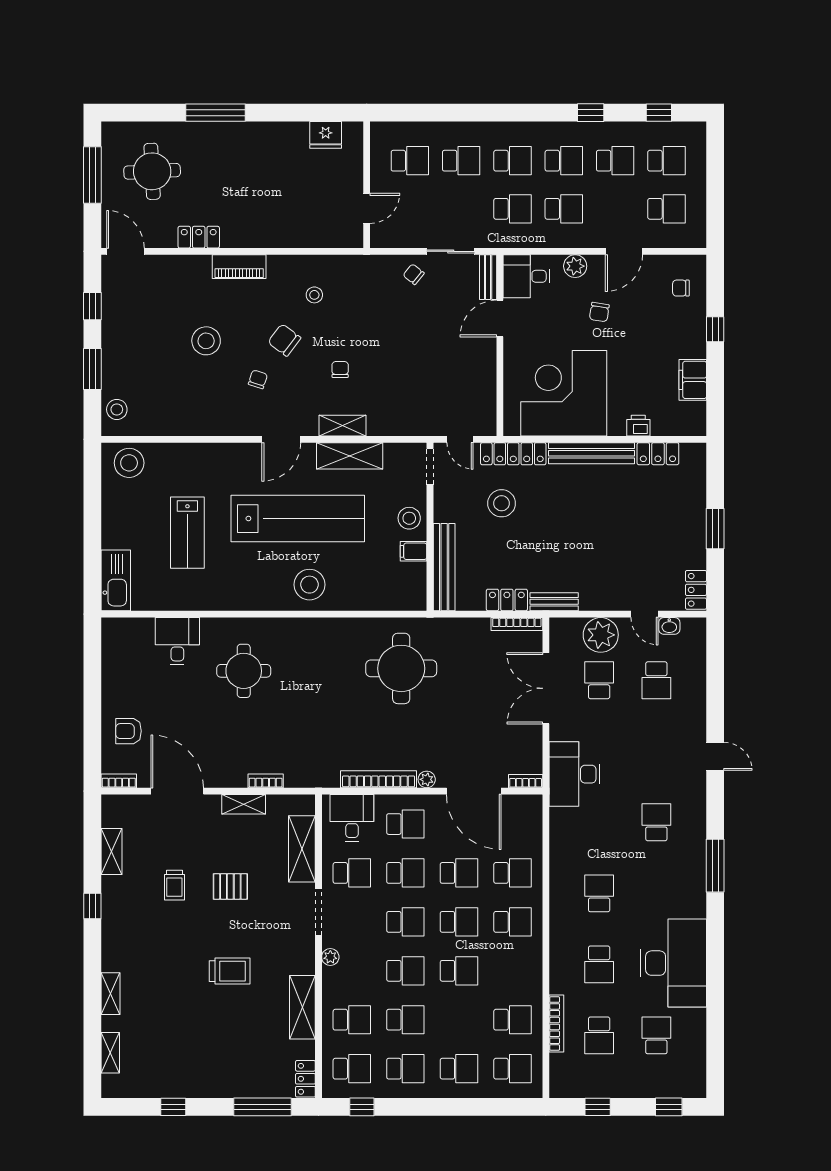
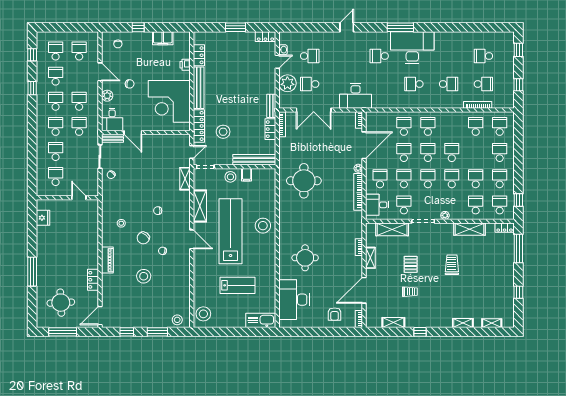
shelving: (343, 426) -> (185, 179), moved
desk: (177, 641) -> (294, 300), width x1.87, depth x1.30
desk: (673, 963) -> (412, 48), moved

